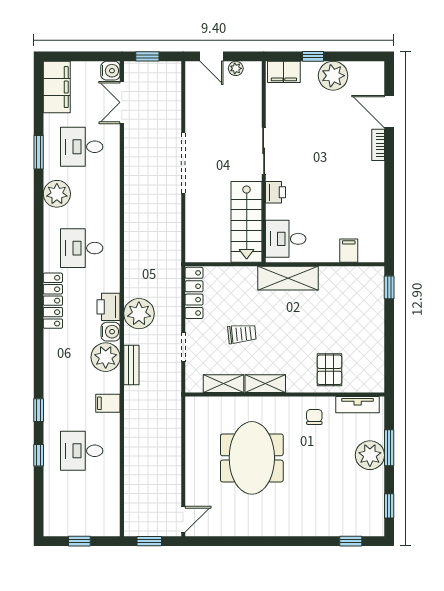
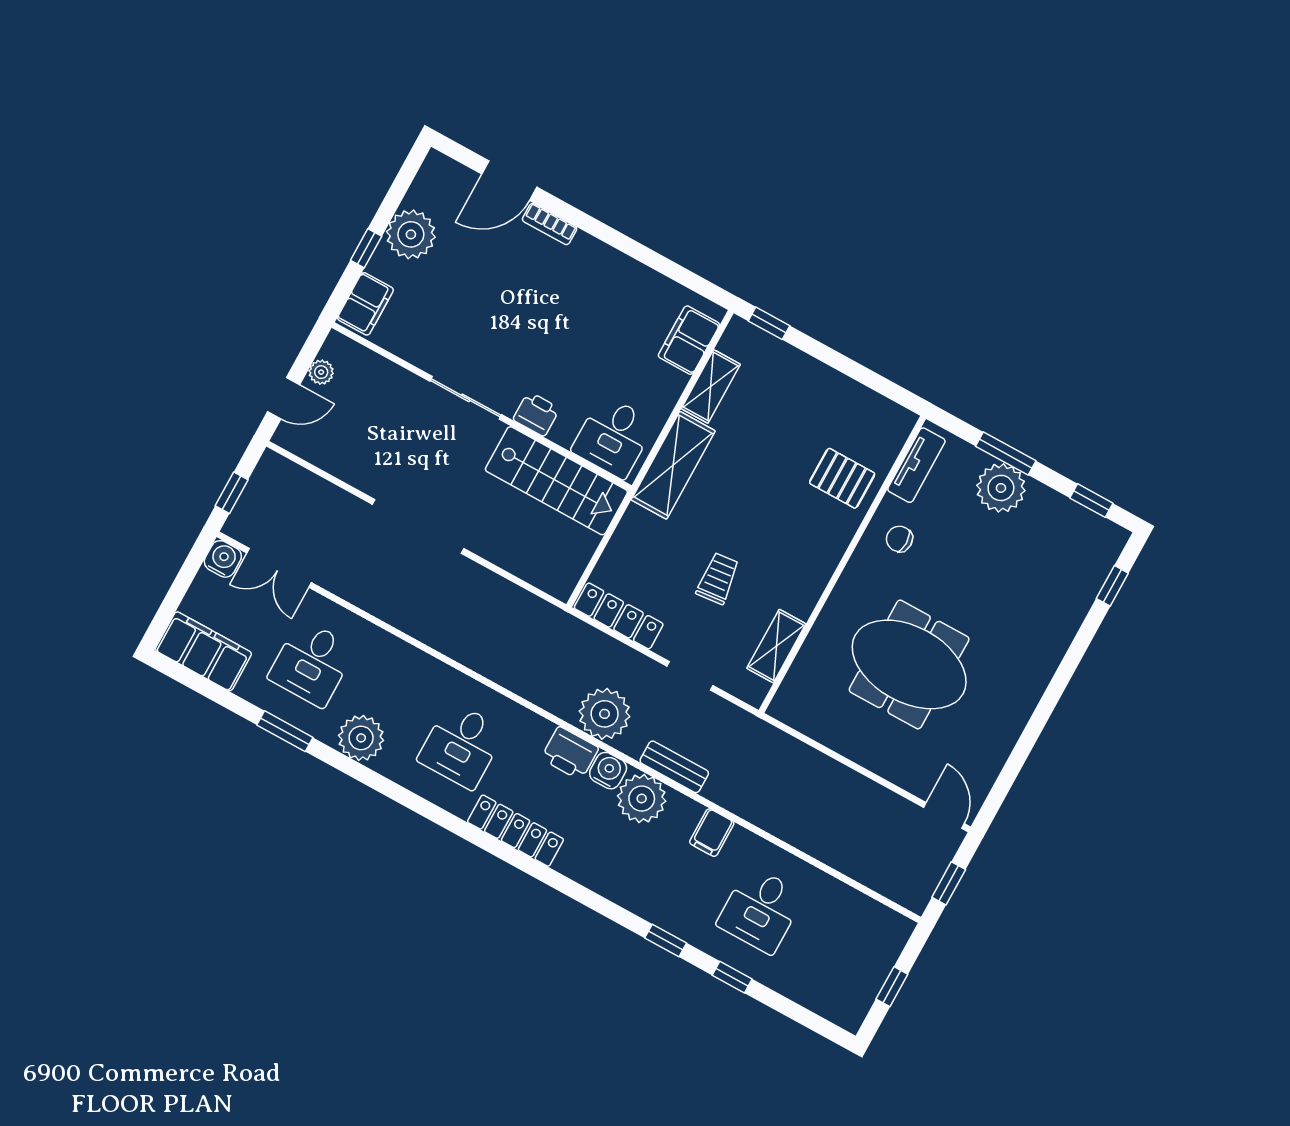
filing cabinet: (349, 251) -> (689, 340), width x2.00
shelving: (265, 384) -> (711, 386), moved

